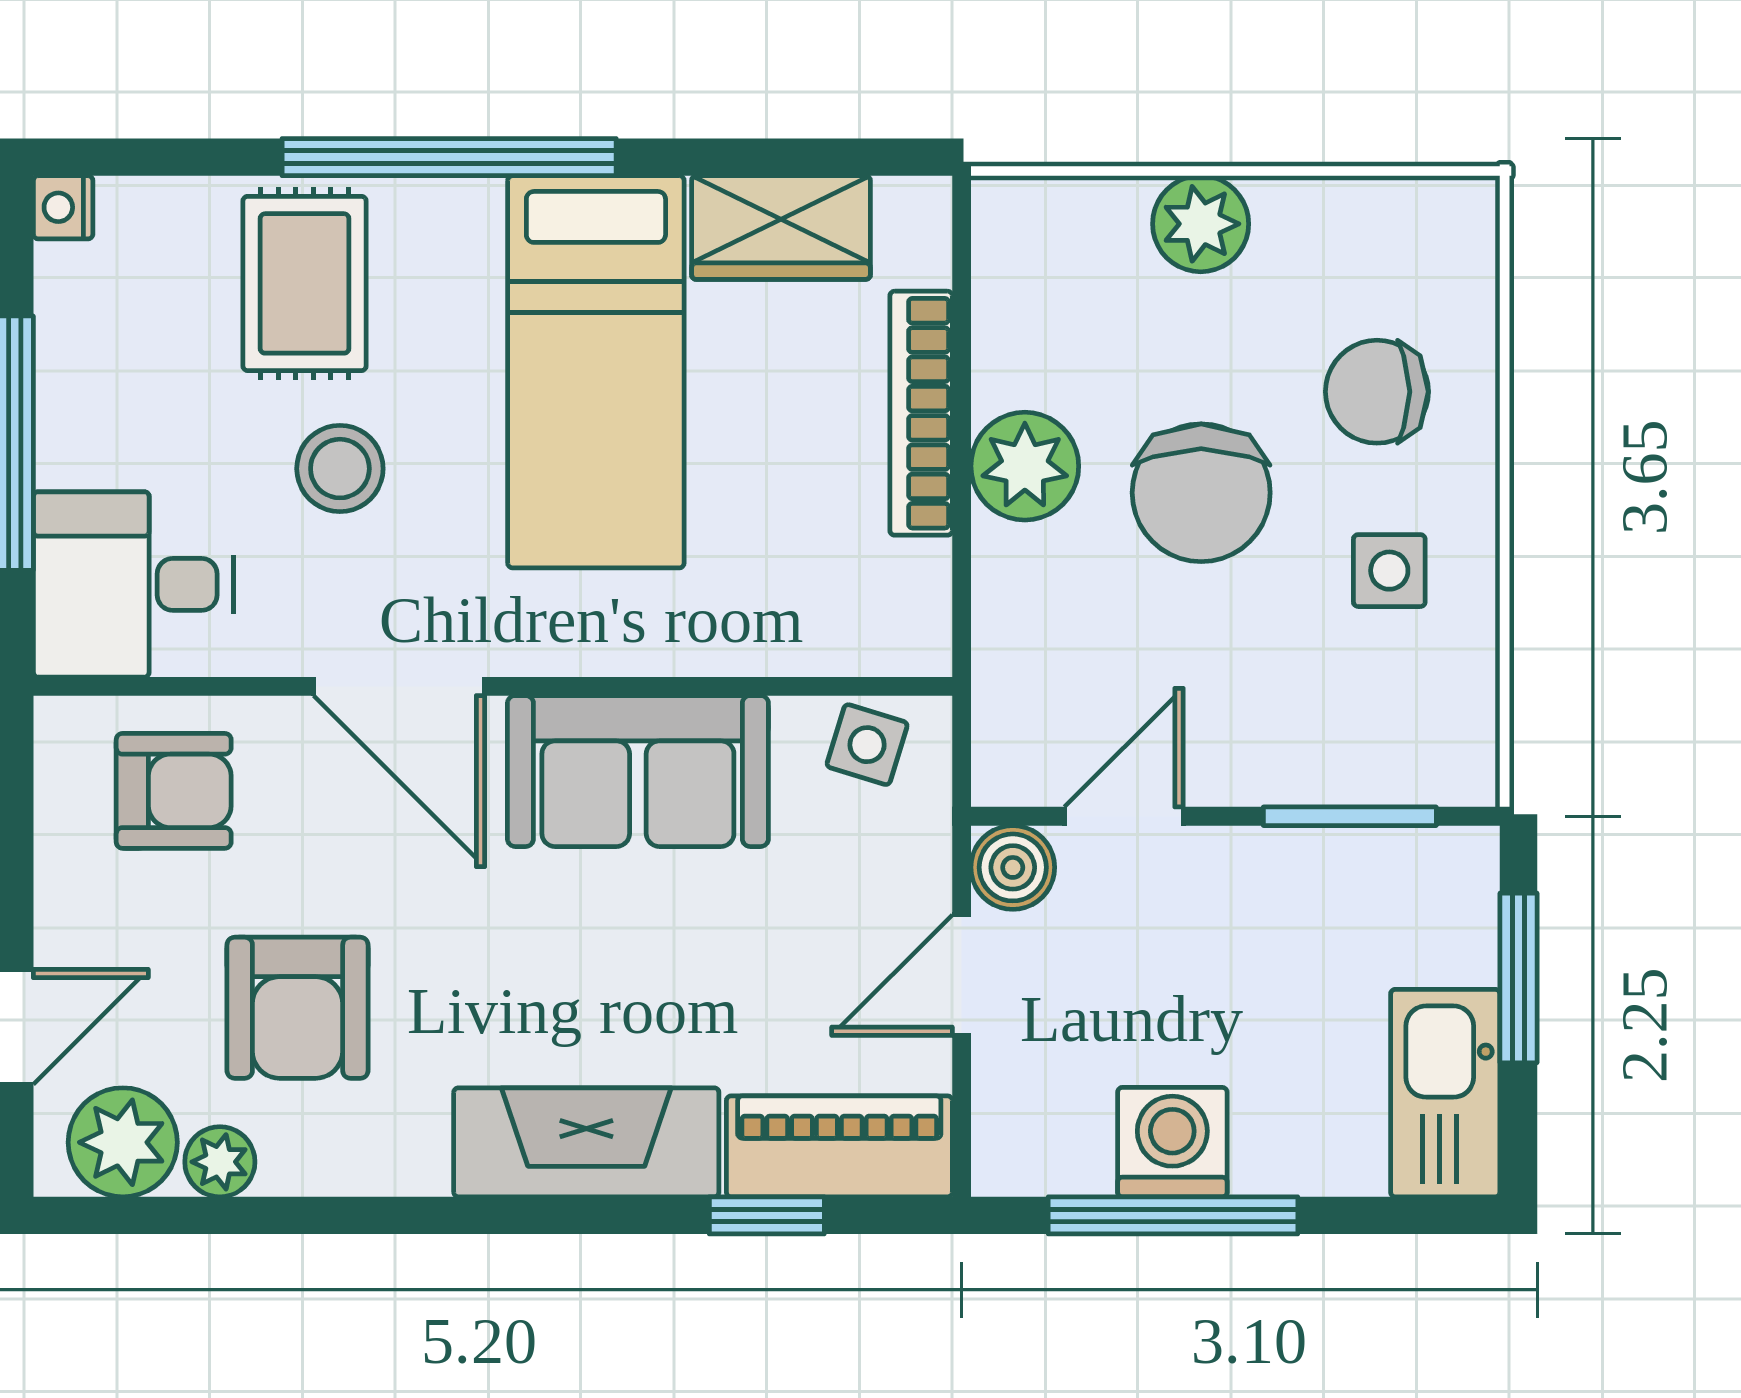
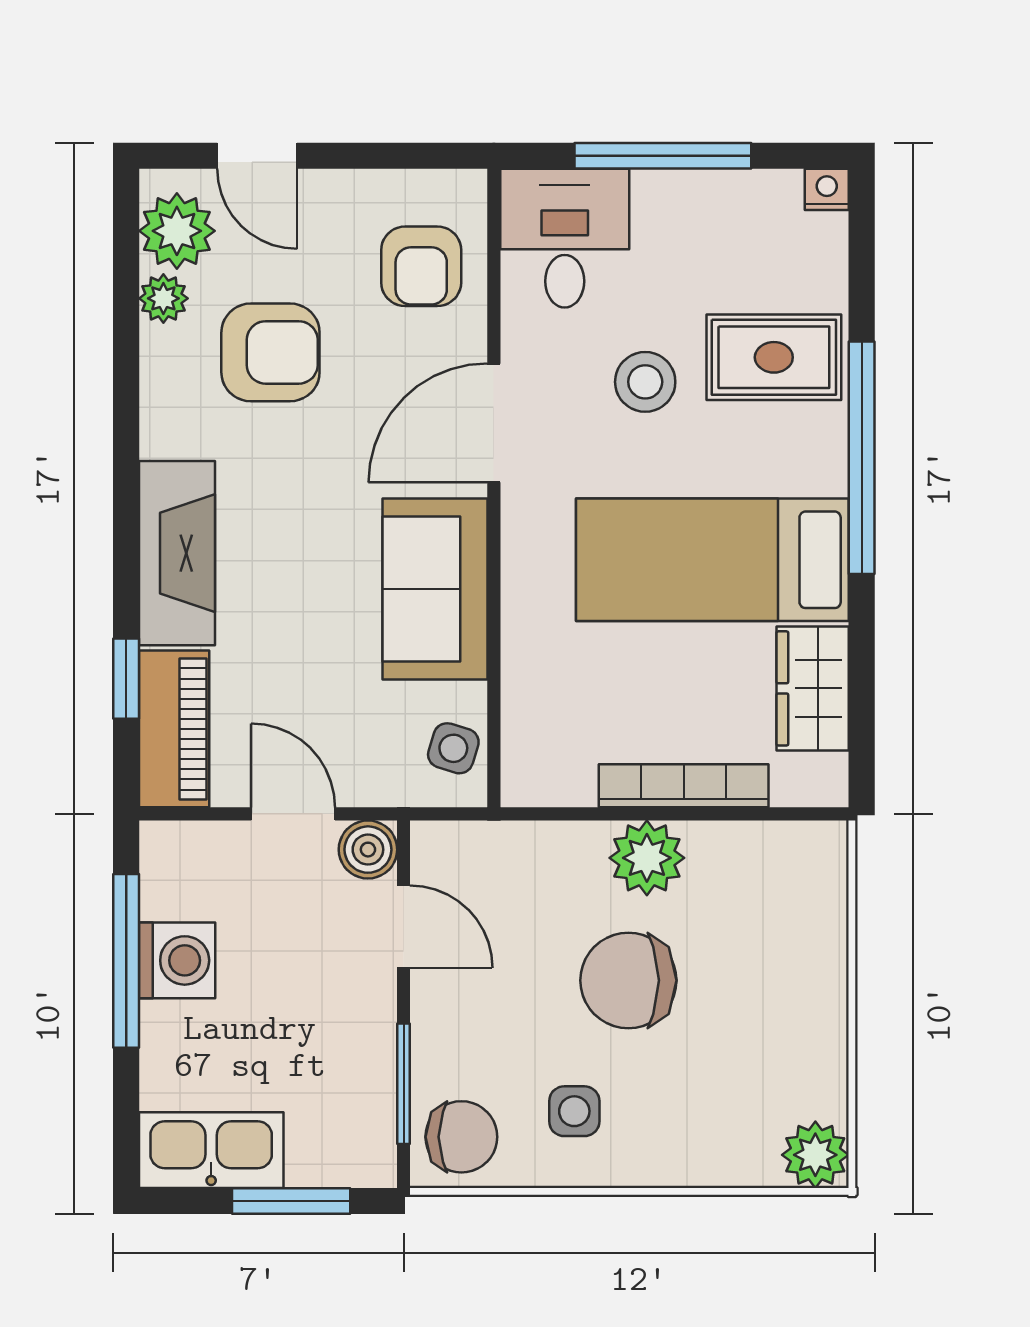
plant: (1201, 224) -> (815, 1155), moved
chair: (1377, 392) -> (461, 1137), moved, turned 90
armchair: (298, 1008) -> (270, 352), turned 180

